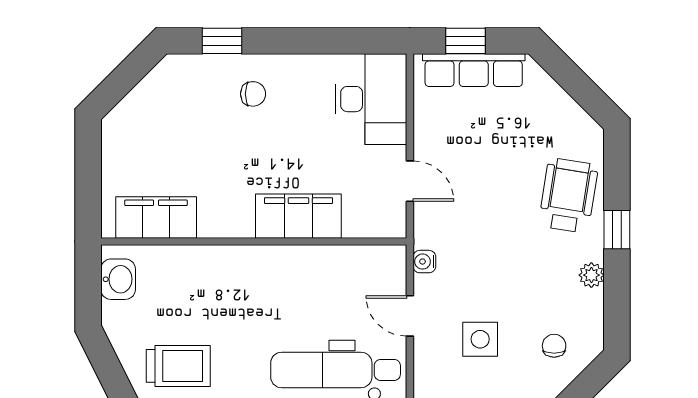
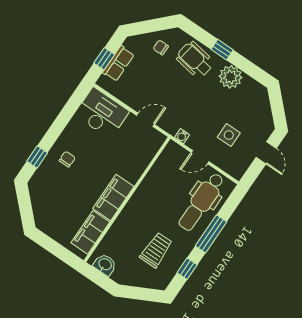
row of seats: (474, 70) -> (118, 64), width x0.68
filing cabinet: (298, 216) -> (113, 197), moved
plant: (591, 275) -> (230, 77), width x1.88, depth x1.88
chair: (554, 346) -> (161, 47), moved
trolley: (178, 366) -> (156, 250), moved

